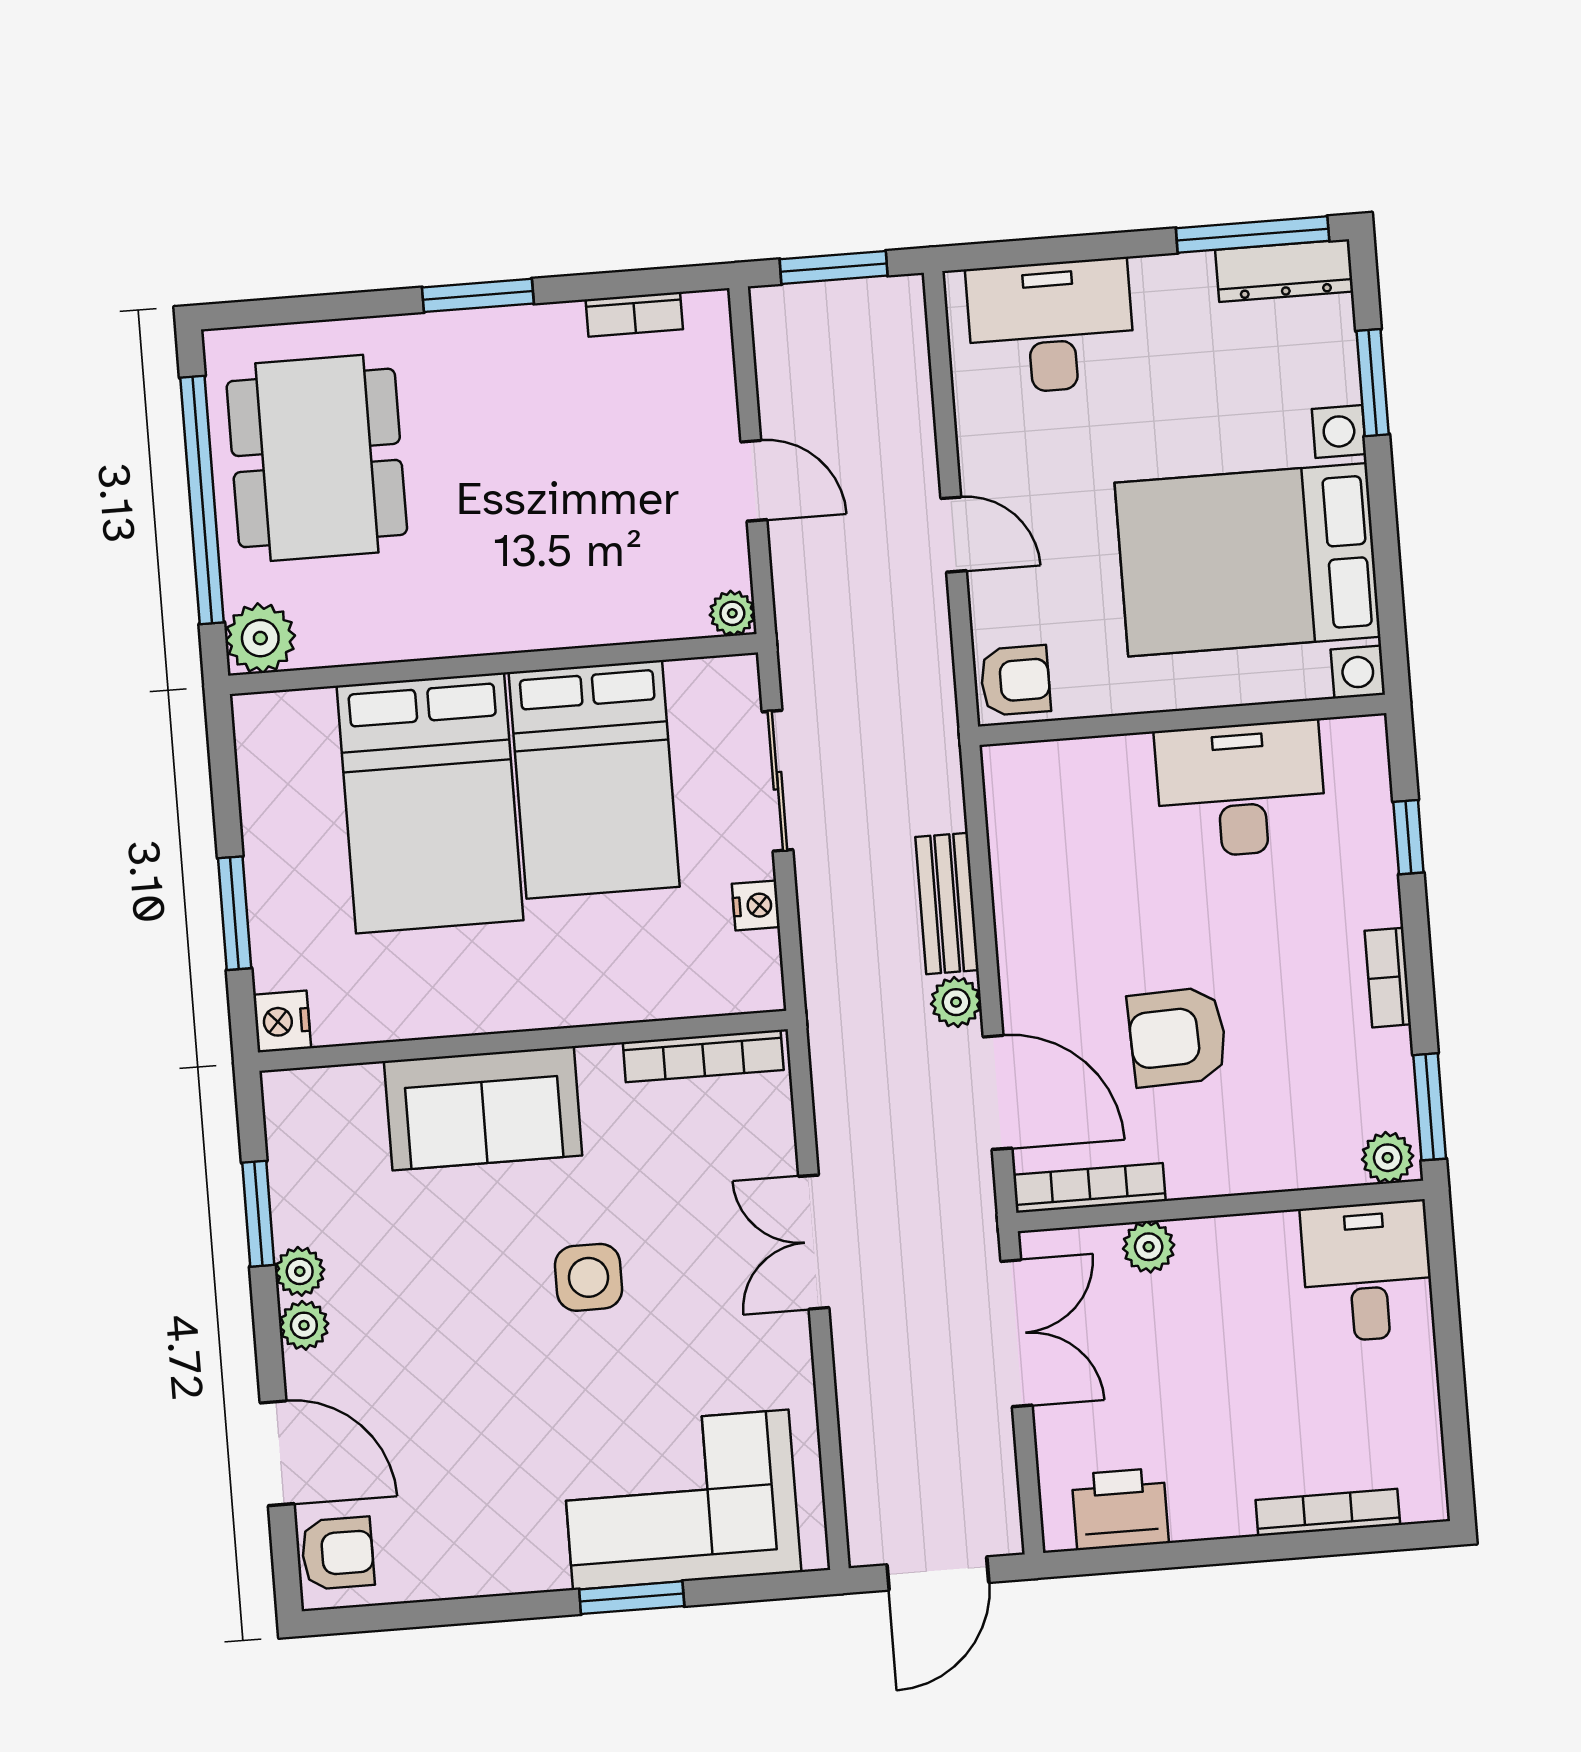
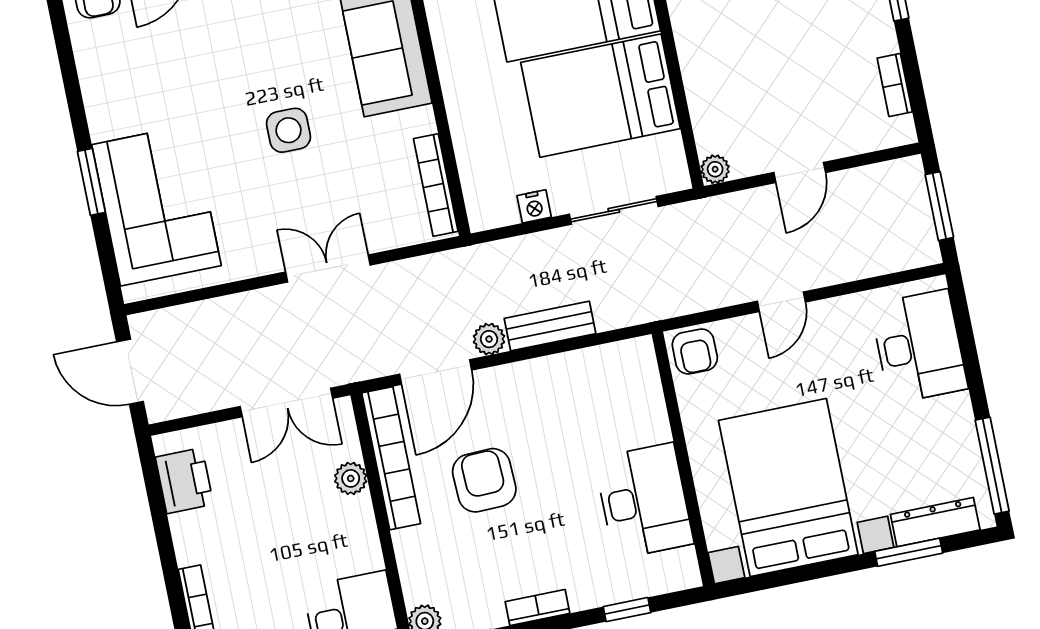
dresser: (1284, 271) -> (935, 522), moved, turned 90
bookcase: (1089, 1188) -> (391, 458), width x1.48, depth x1.31

